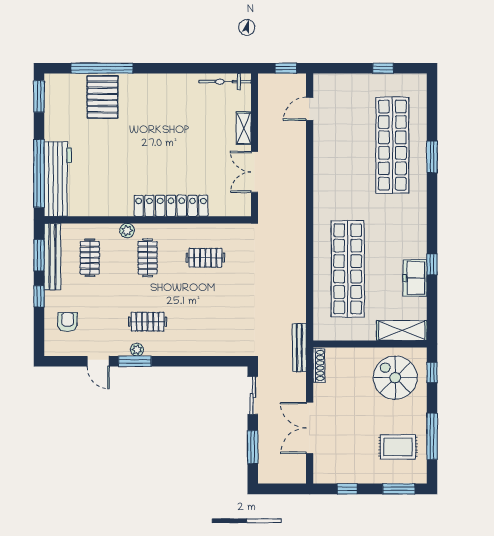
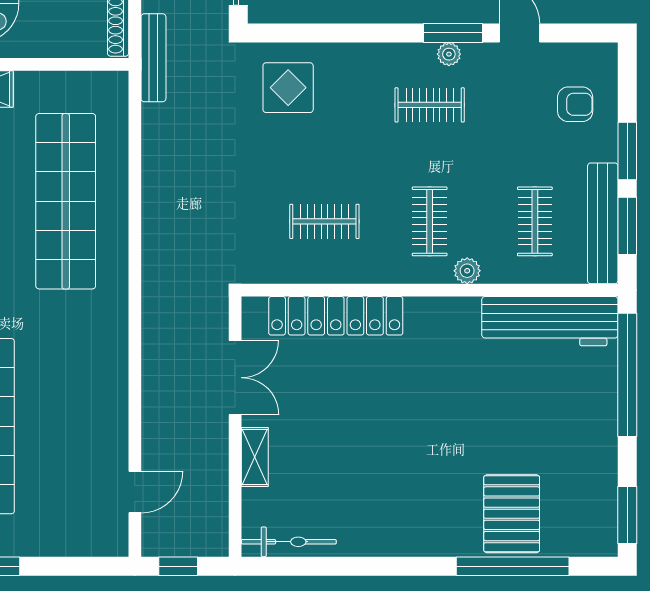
workbench: (58, 179) -> (550, 321), moved, turned -90
locker: (171, 206) -> (336, 316), moved
window: (39, 296) -> (627, 151), width x1.50
armchair: (68, 322) -> (575, 104), turned -90
display table: (225, 331) -> (288, 88), added

